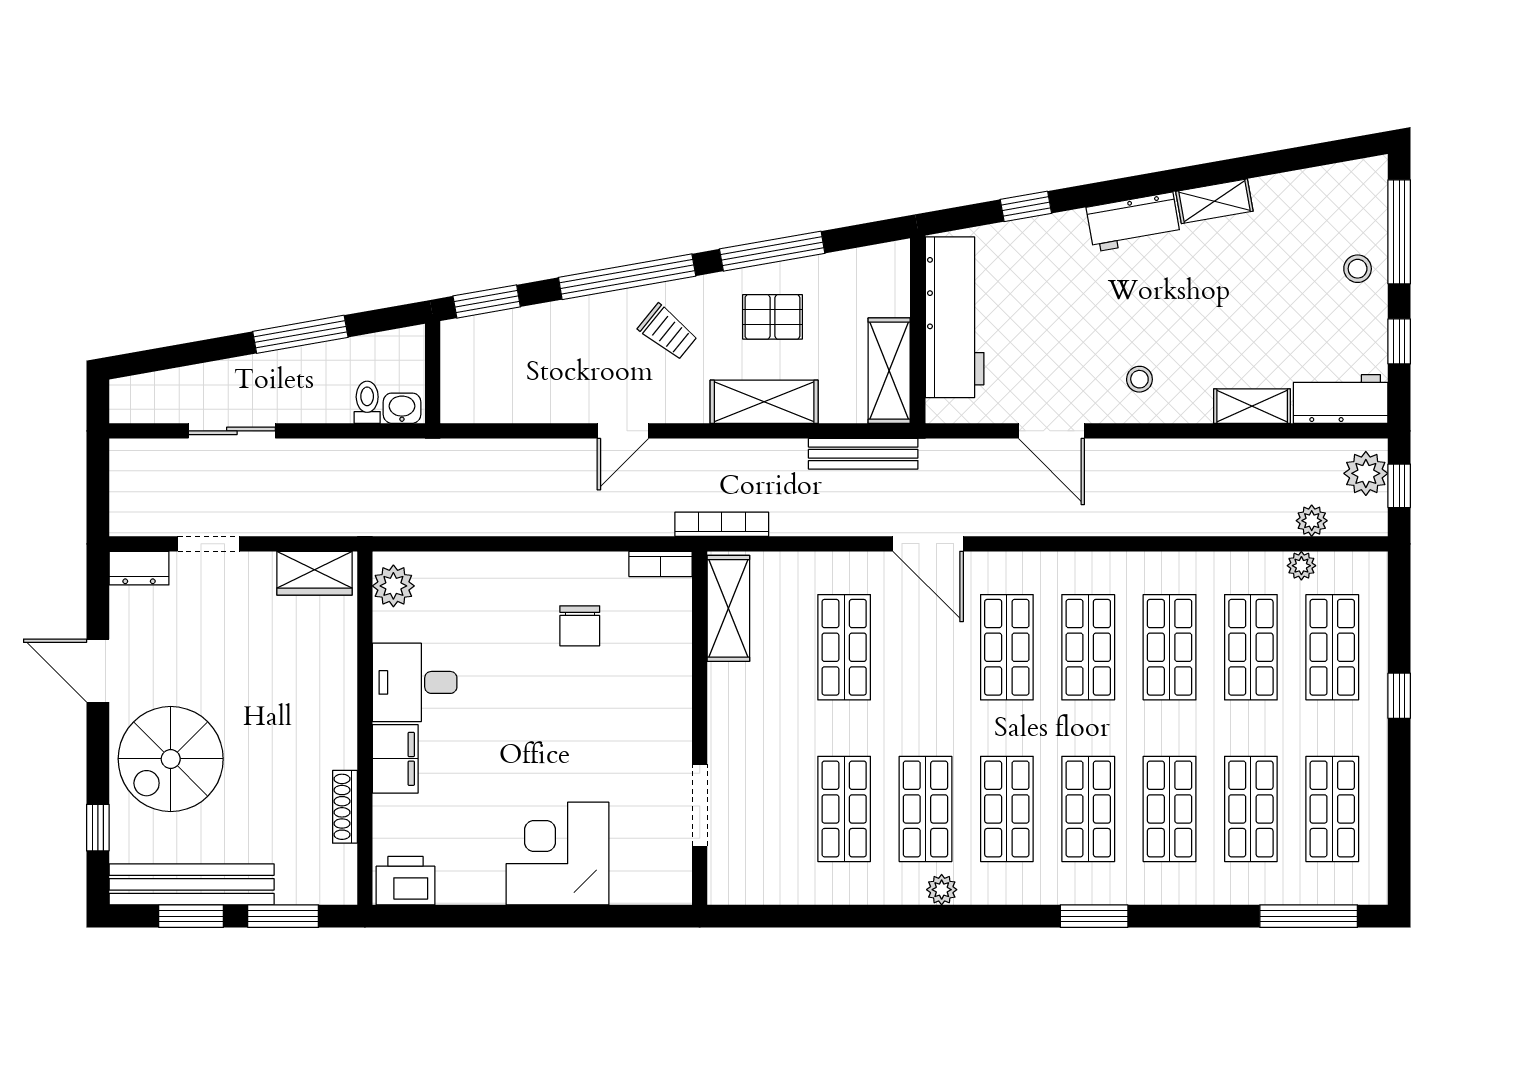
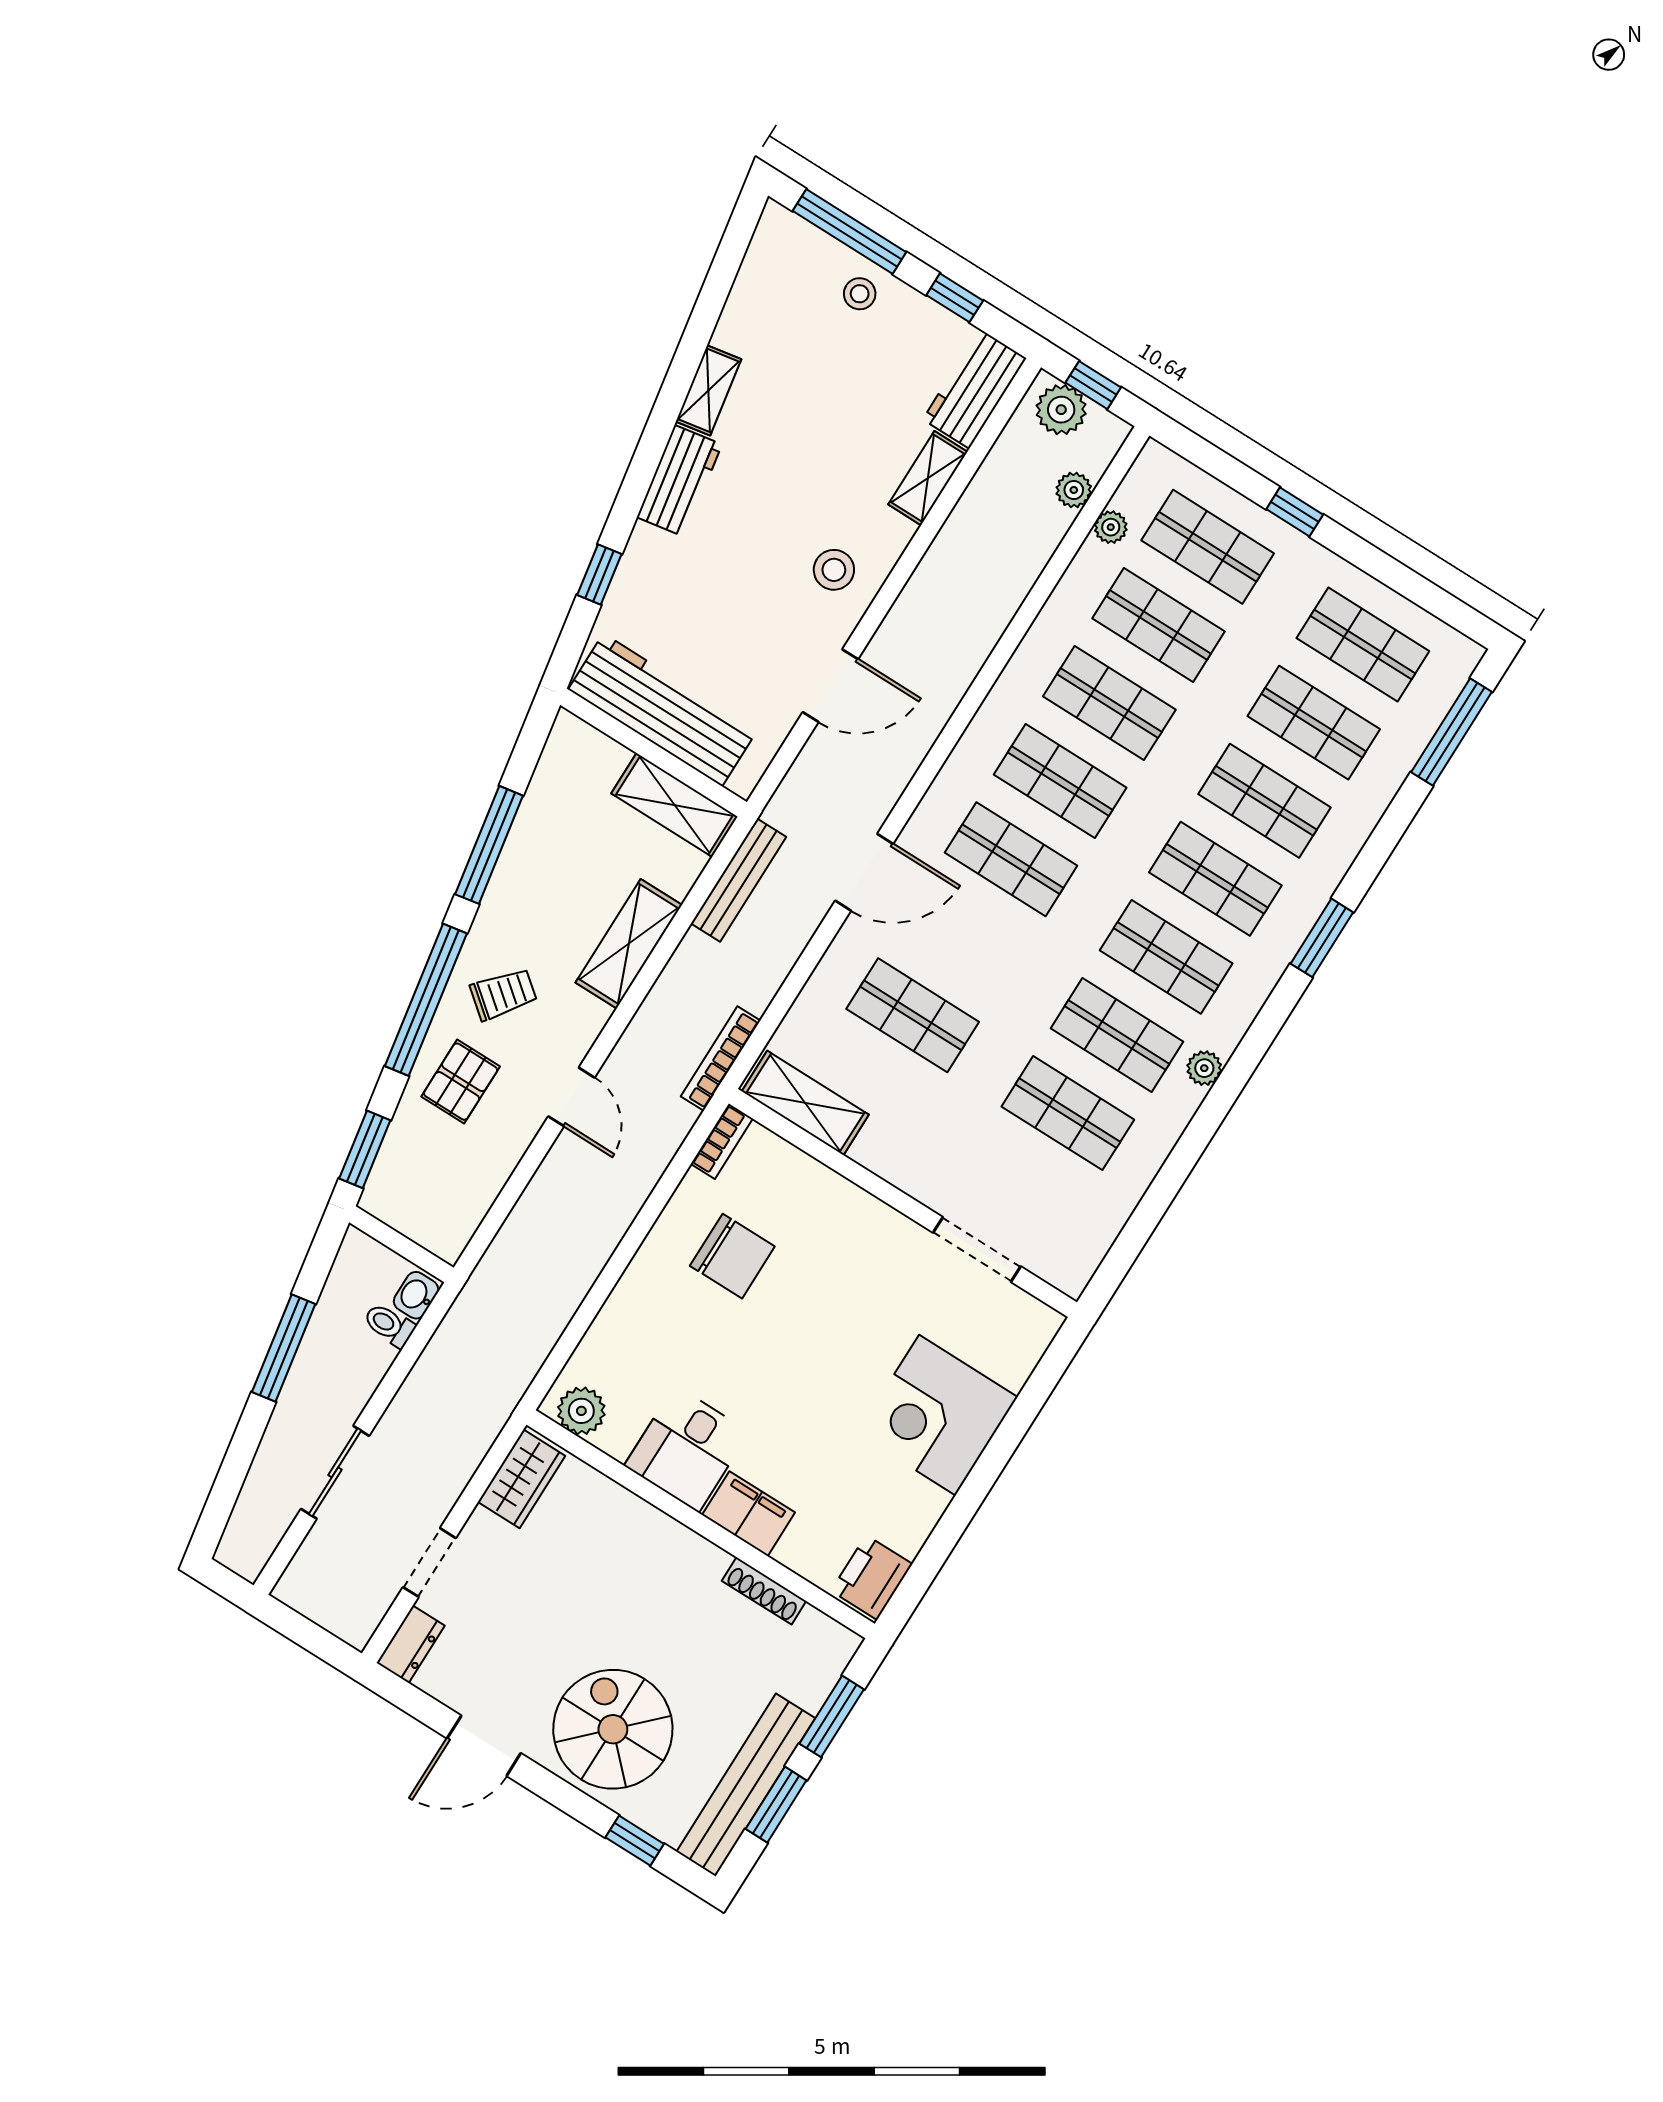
pallet: (772, 317) -> (461, 1082), moved
stool: (1139, 379) -> (834, 570), width x1.37, depth x1.37
chair: (580, 626) -> (732, 1256), width x1.37, depth x1.37
spiral stairs: (171, 759) -> (613, 1729), turned 180

